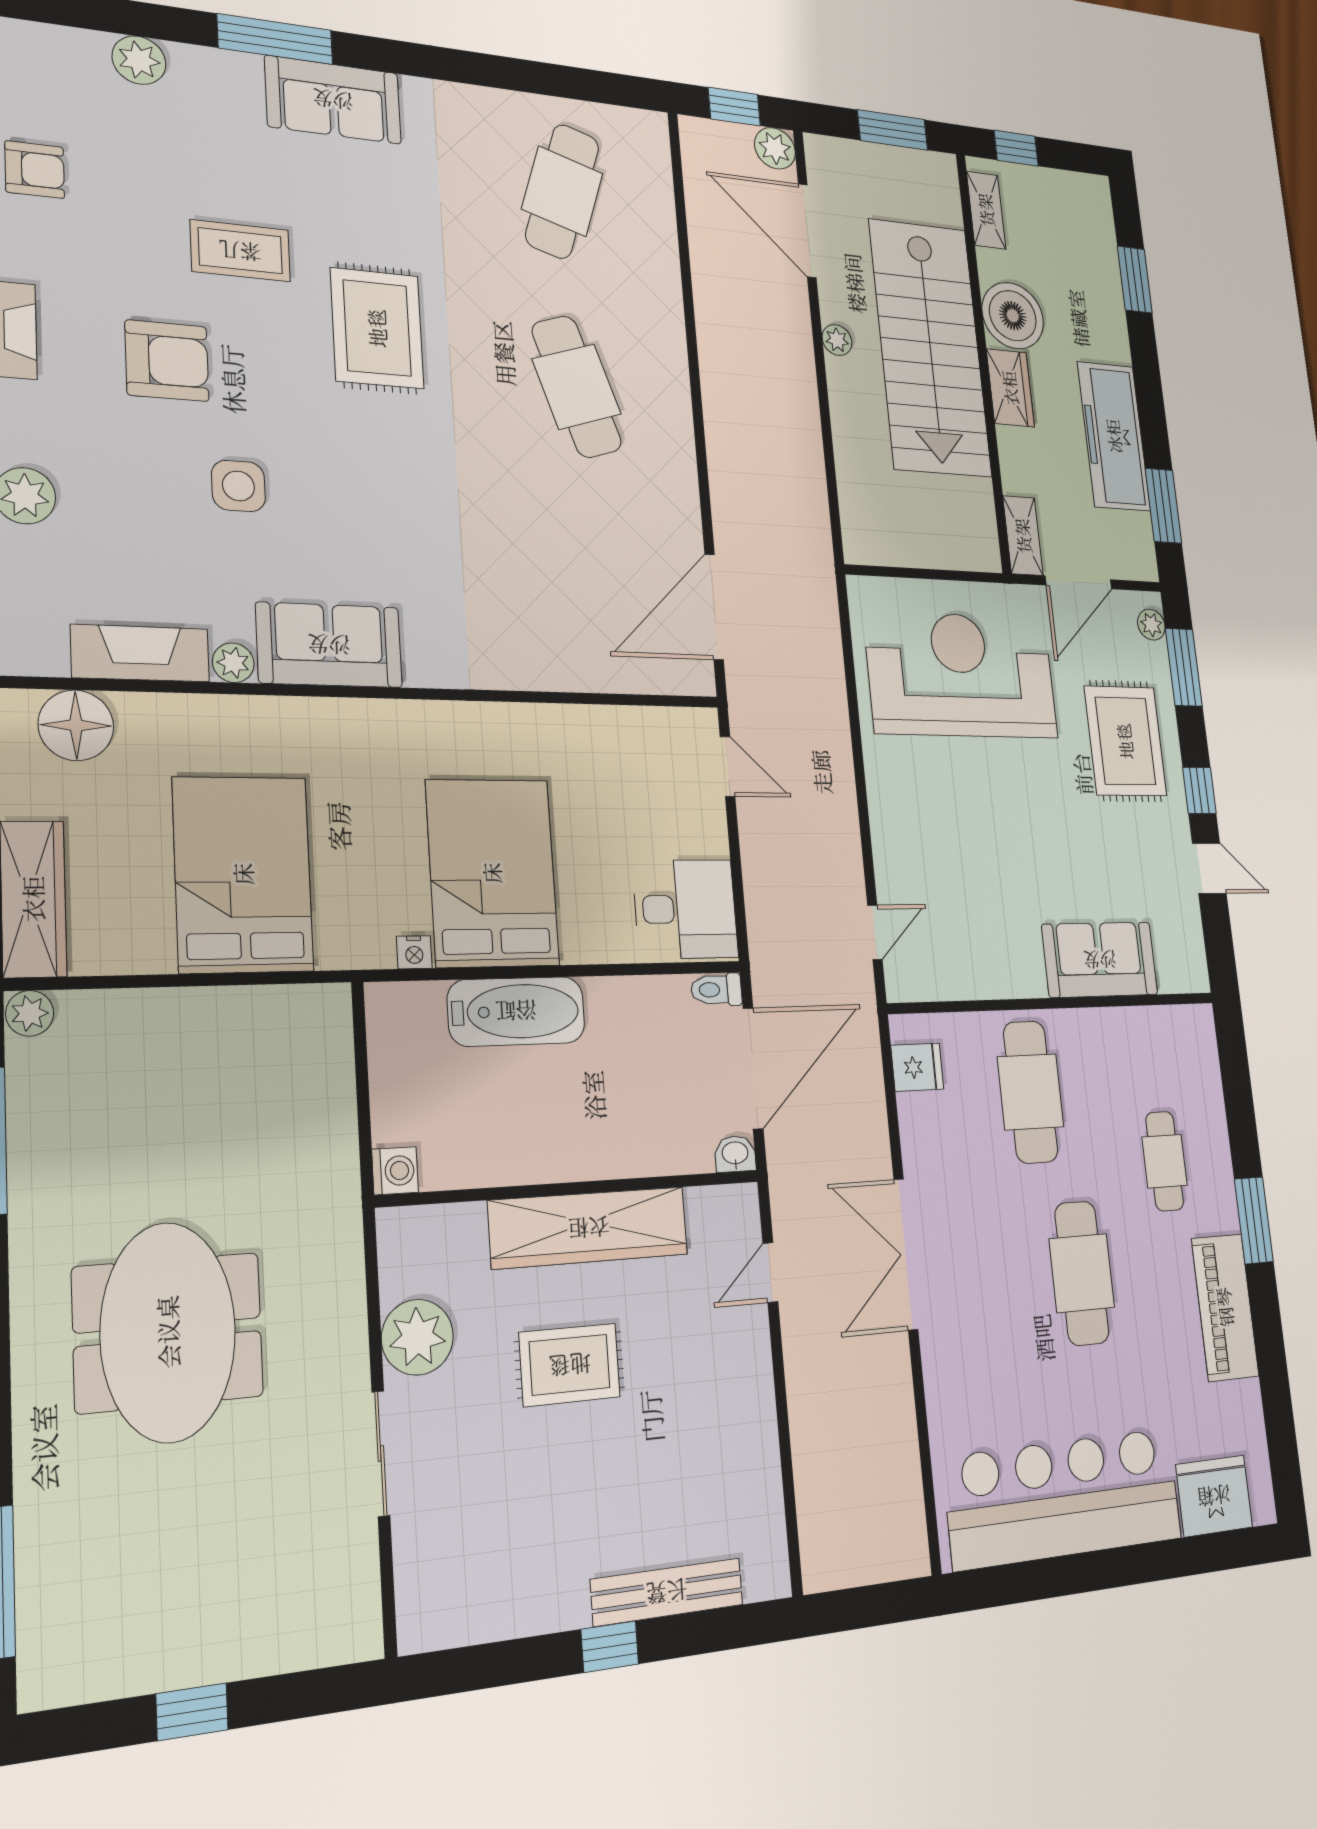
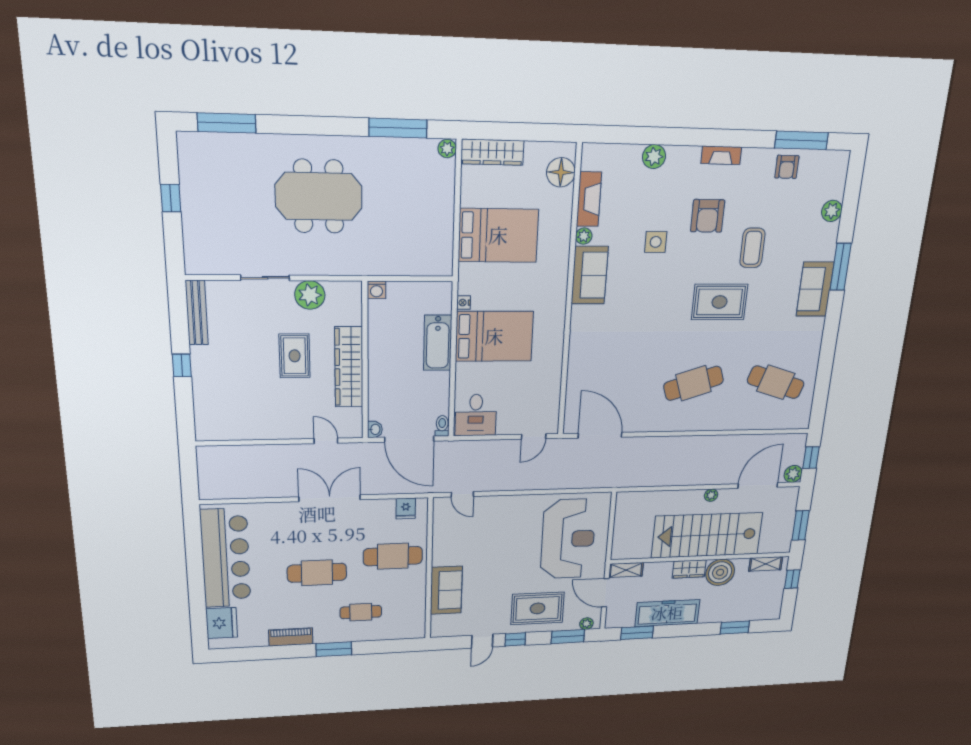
piano: (1225, 1307) -> (291, 637), width x0.73, depth x0.75
bench: (667, 1592) -> (197, 313), moved

